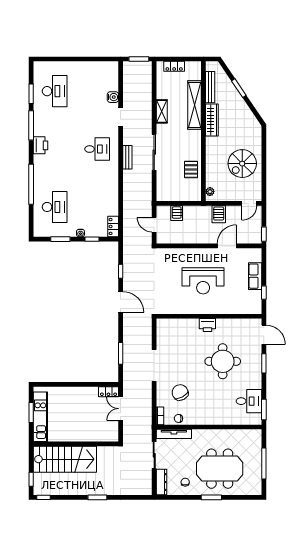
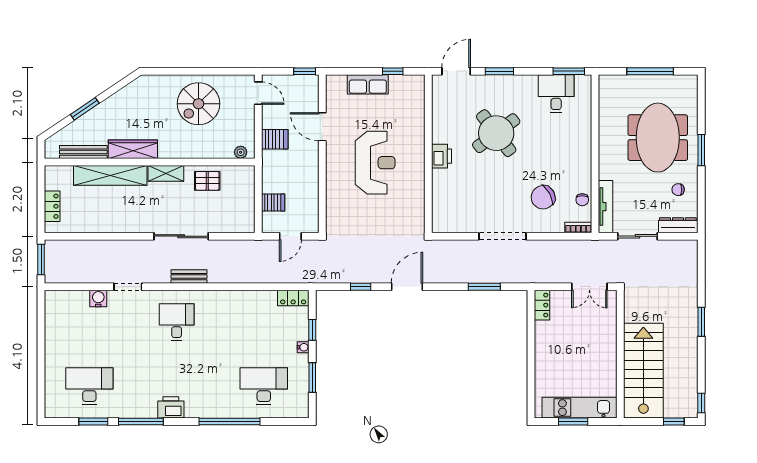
shelving: (162, 111) -> (166, 173), moved
spiral stairs: (242, 164) -> (198, 104), turned 90
round table: (223, 361) -> (496, 133), turned -37
double door: (121, 409) -> (589, 287), moved

